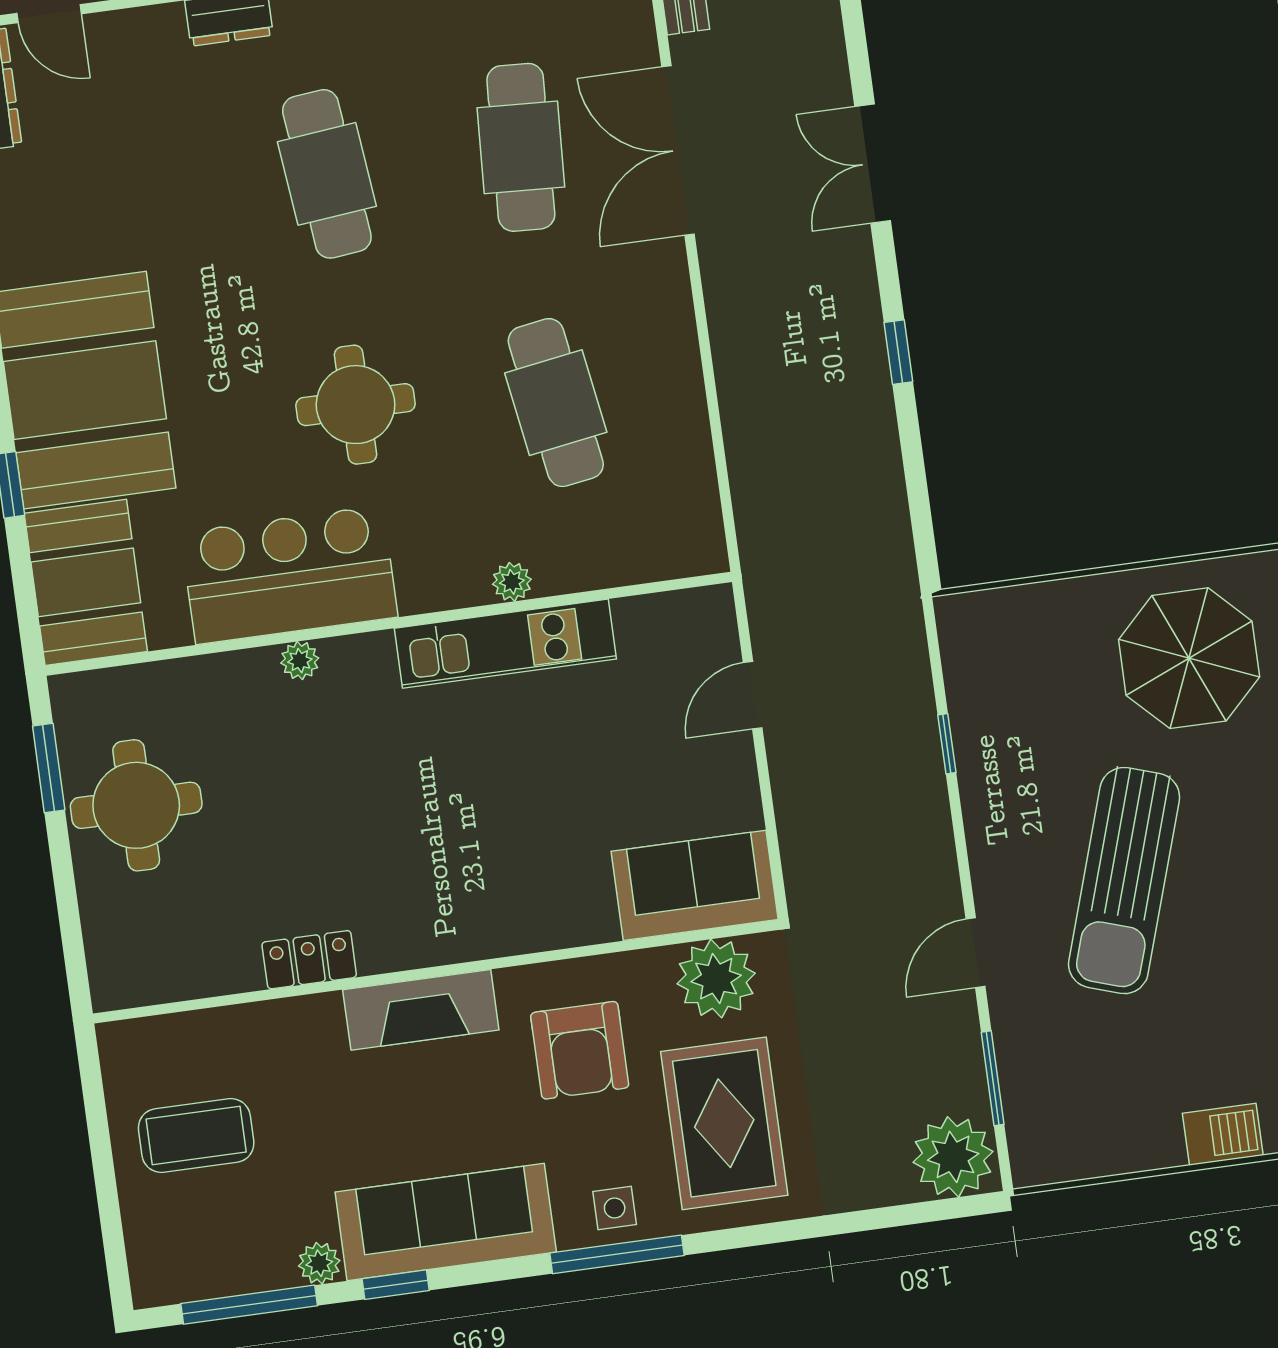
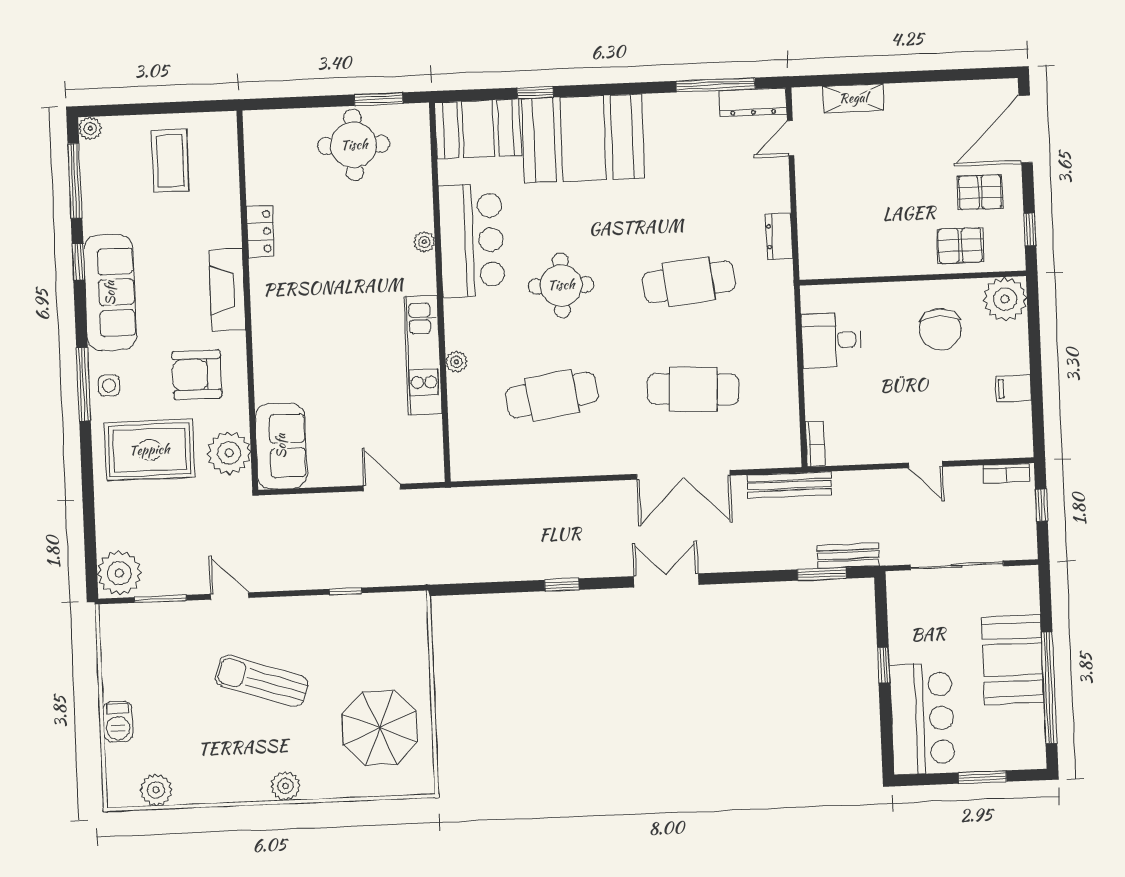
double door: (678, 151) -> (683, 475), swing flipped
sun lounger: (1124, 881) -> (261, 681), width x0.73, depth x0.75
plant: (319, 1263) -> (90, 128), moved

